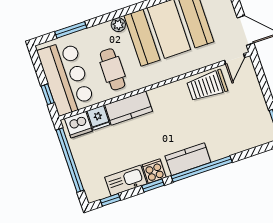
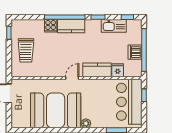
door: (235, 59) -> (72, 78), moved
cafe table: (113, 69) -> (99, 97), removed
trolley: (207, 86) -> (26, 50), moved, turned 90
dishwasher: (78, 125) -> (135, 52), moved, turned -90
cooker: (154, 171) -> (51, 26), moved

